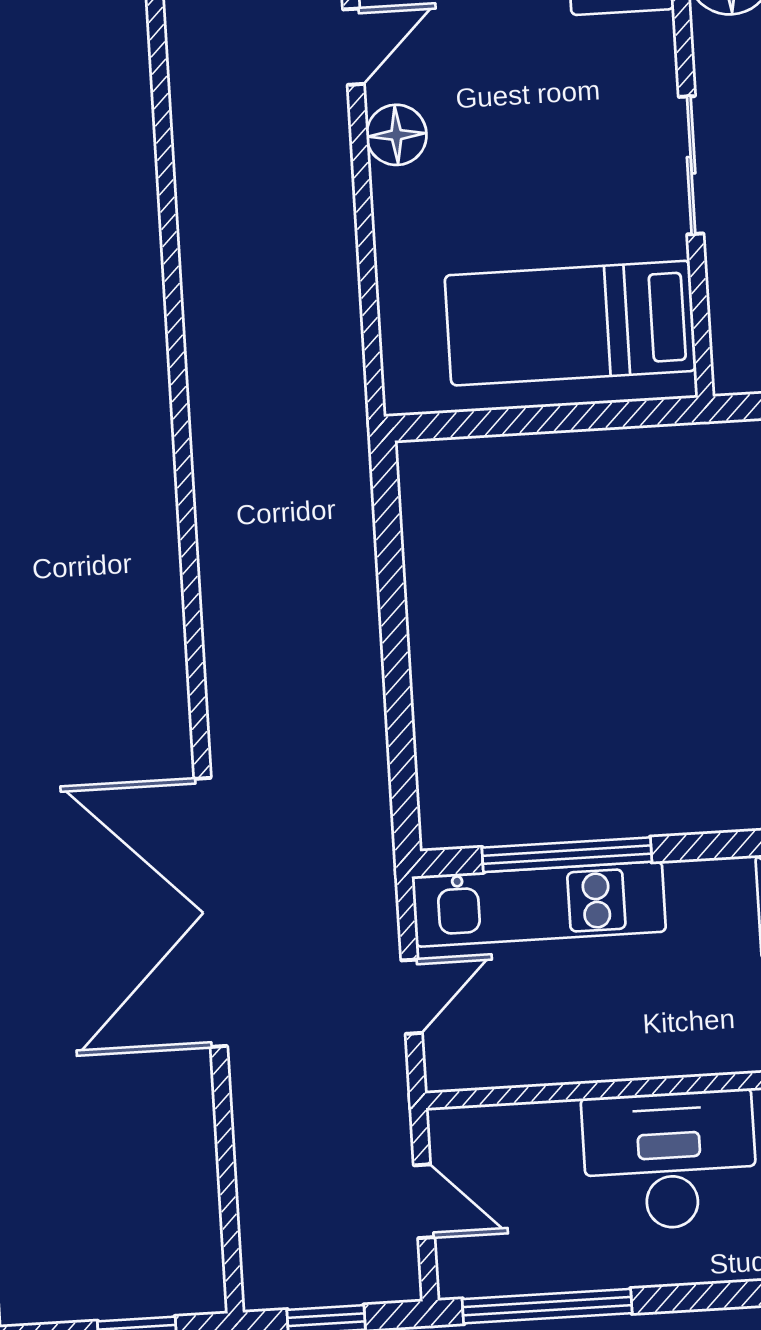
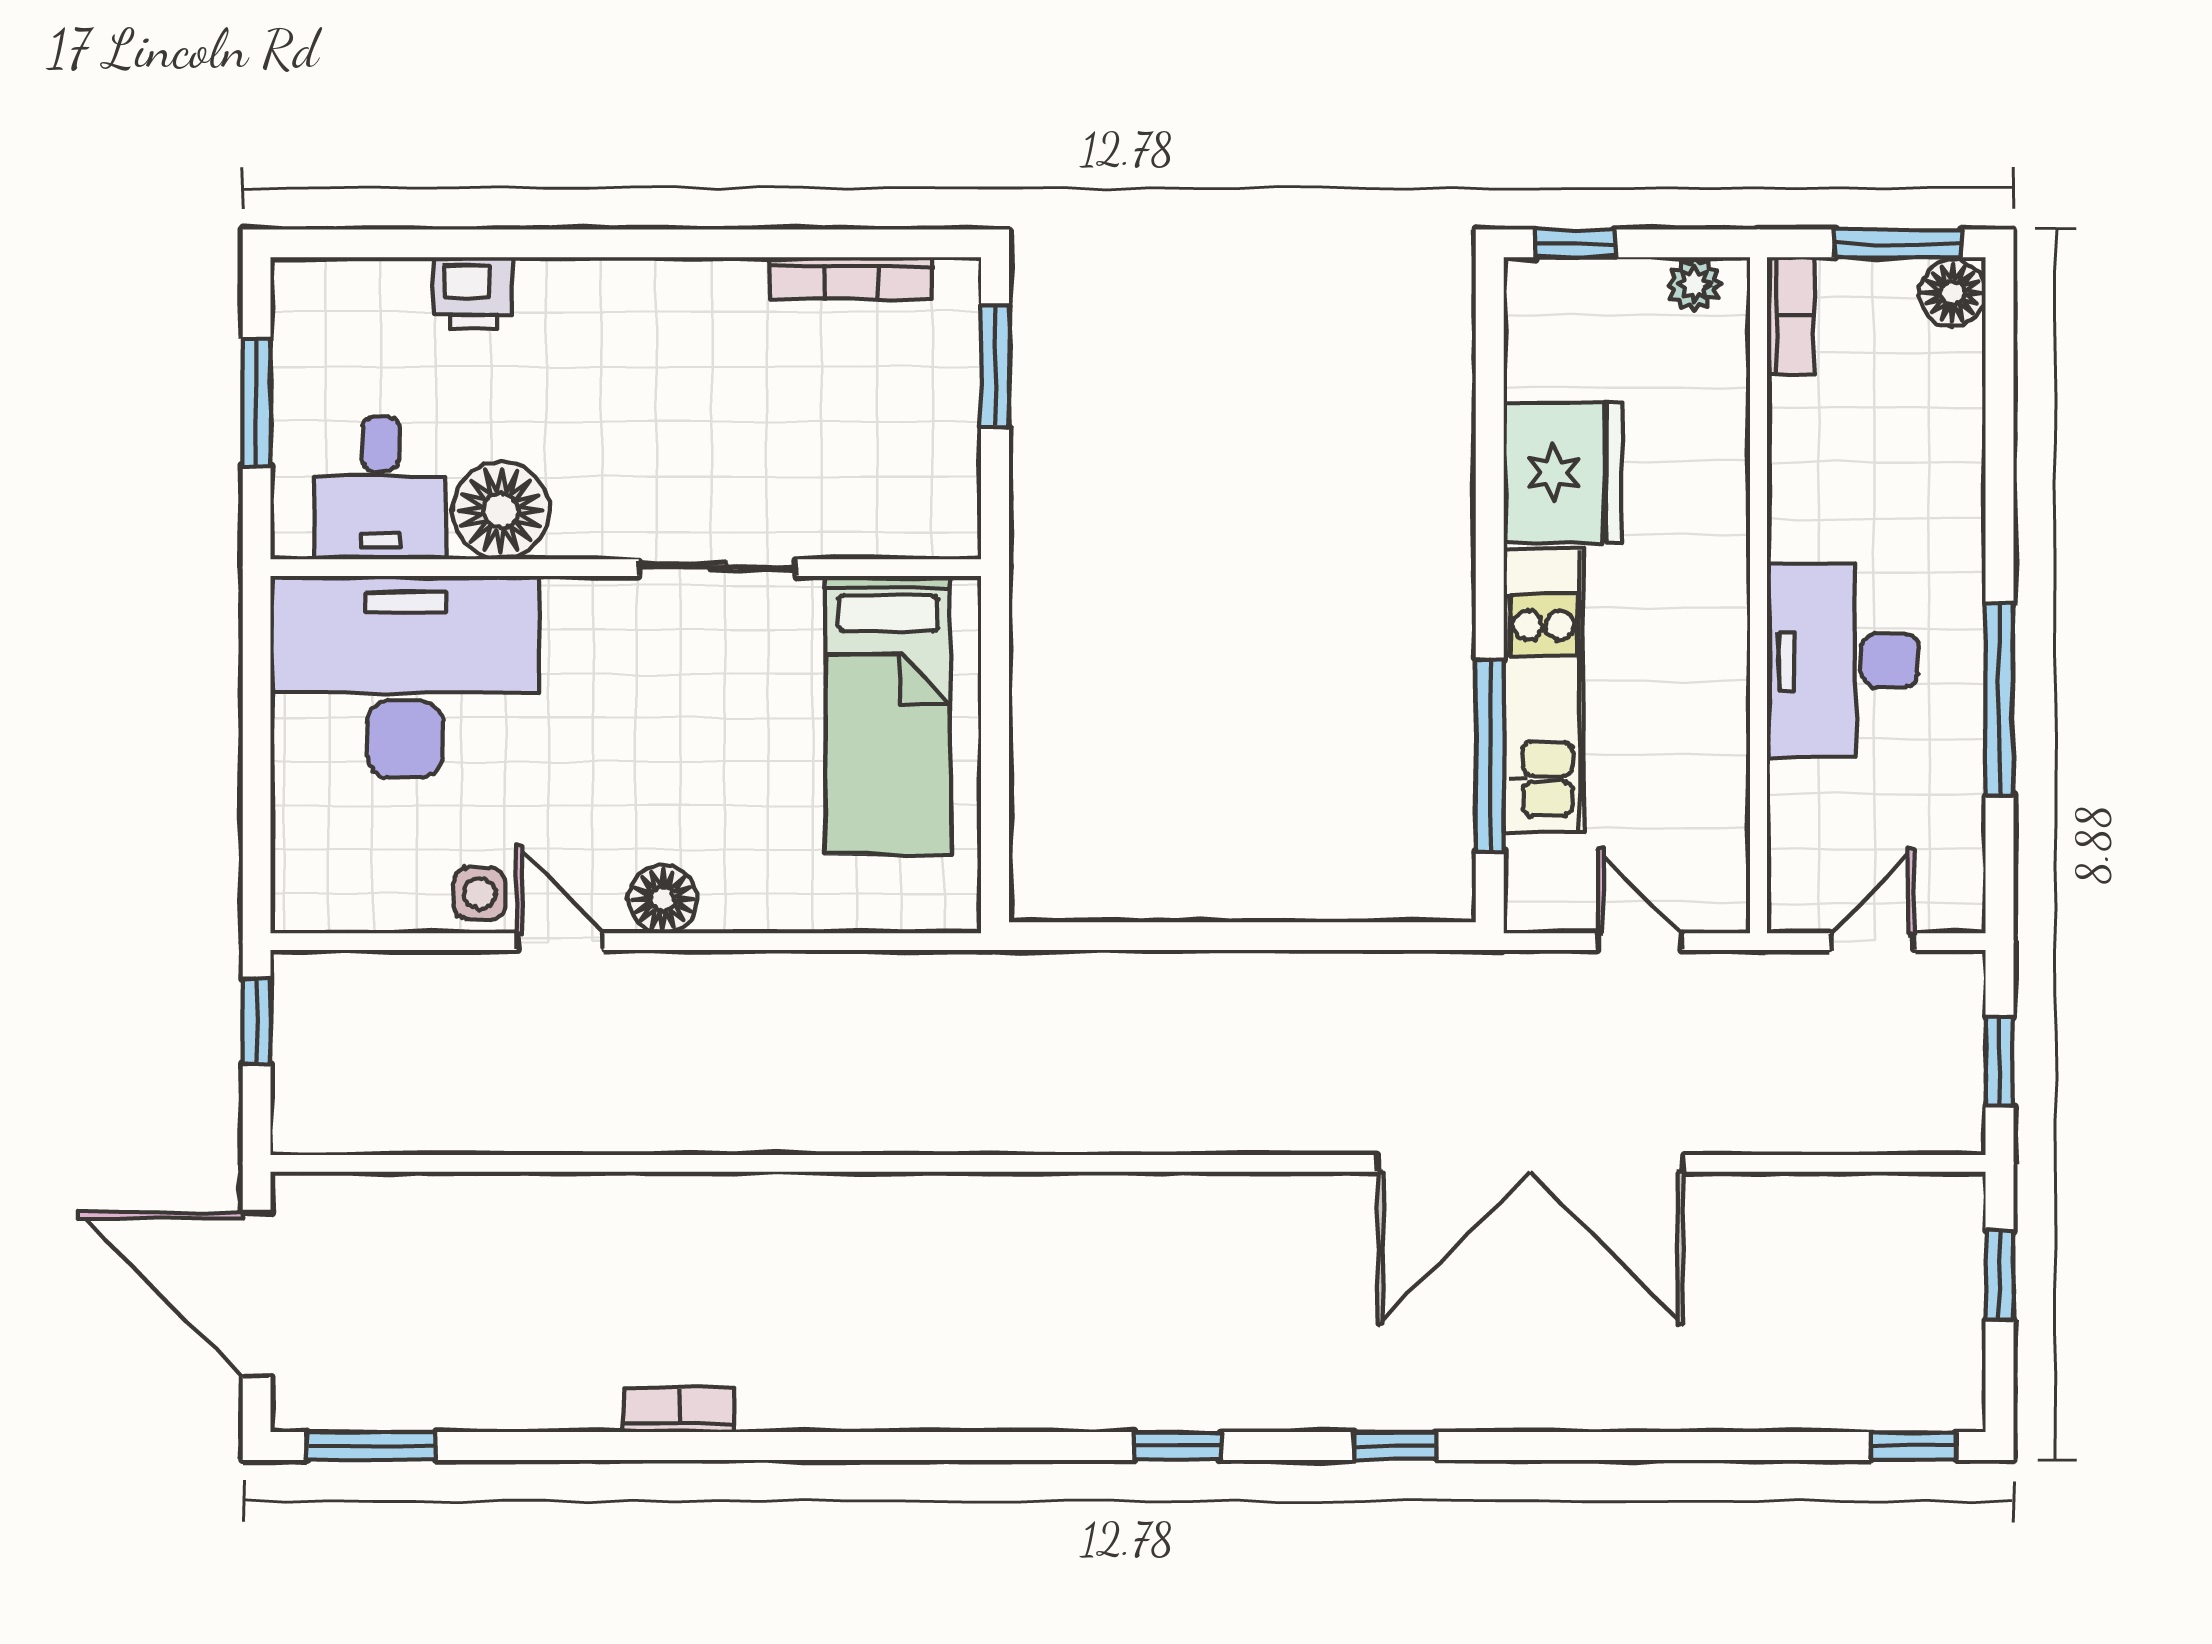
kitchen unit: (539, 904) -> (1544, 691), moved
window: (547, 1306) -> (2000, 700), moved

